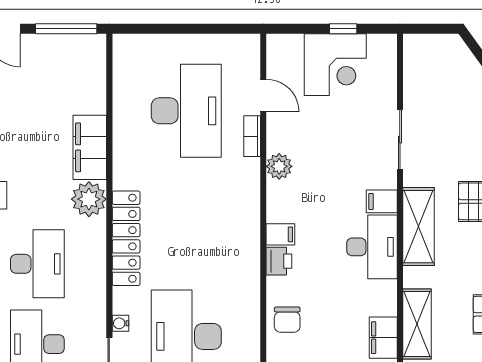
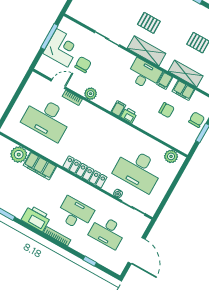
window: (343, 29) -> (49, 37), width x2.17
desk: (186, 111) -> (47, 119), turned 180
chair: (326, 122) -> (83, 65), added
plant: (89, 199) -> (19, 155), moved
filing cabinet: (382, 201) -> (165, 81), moved
chair: (287, 320) -> (167, 110), moved

